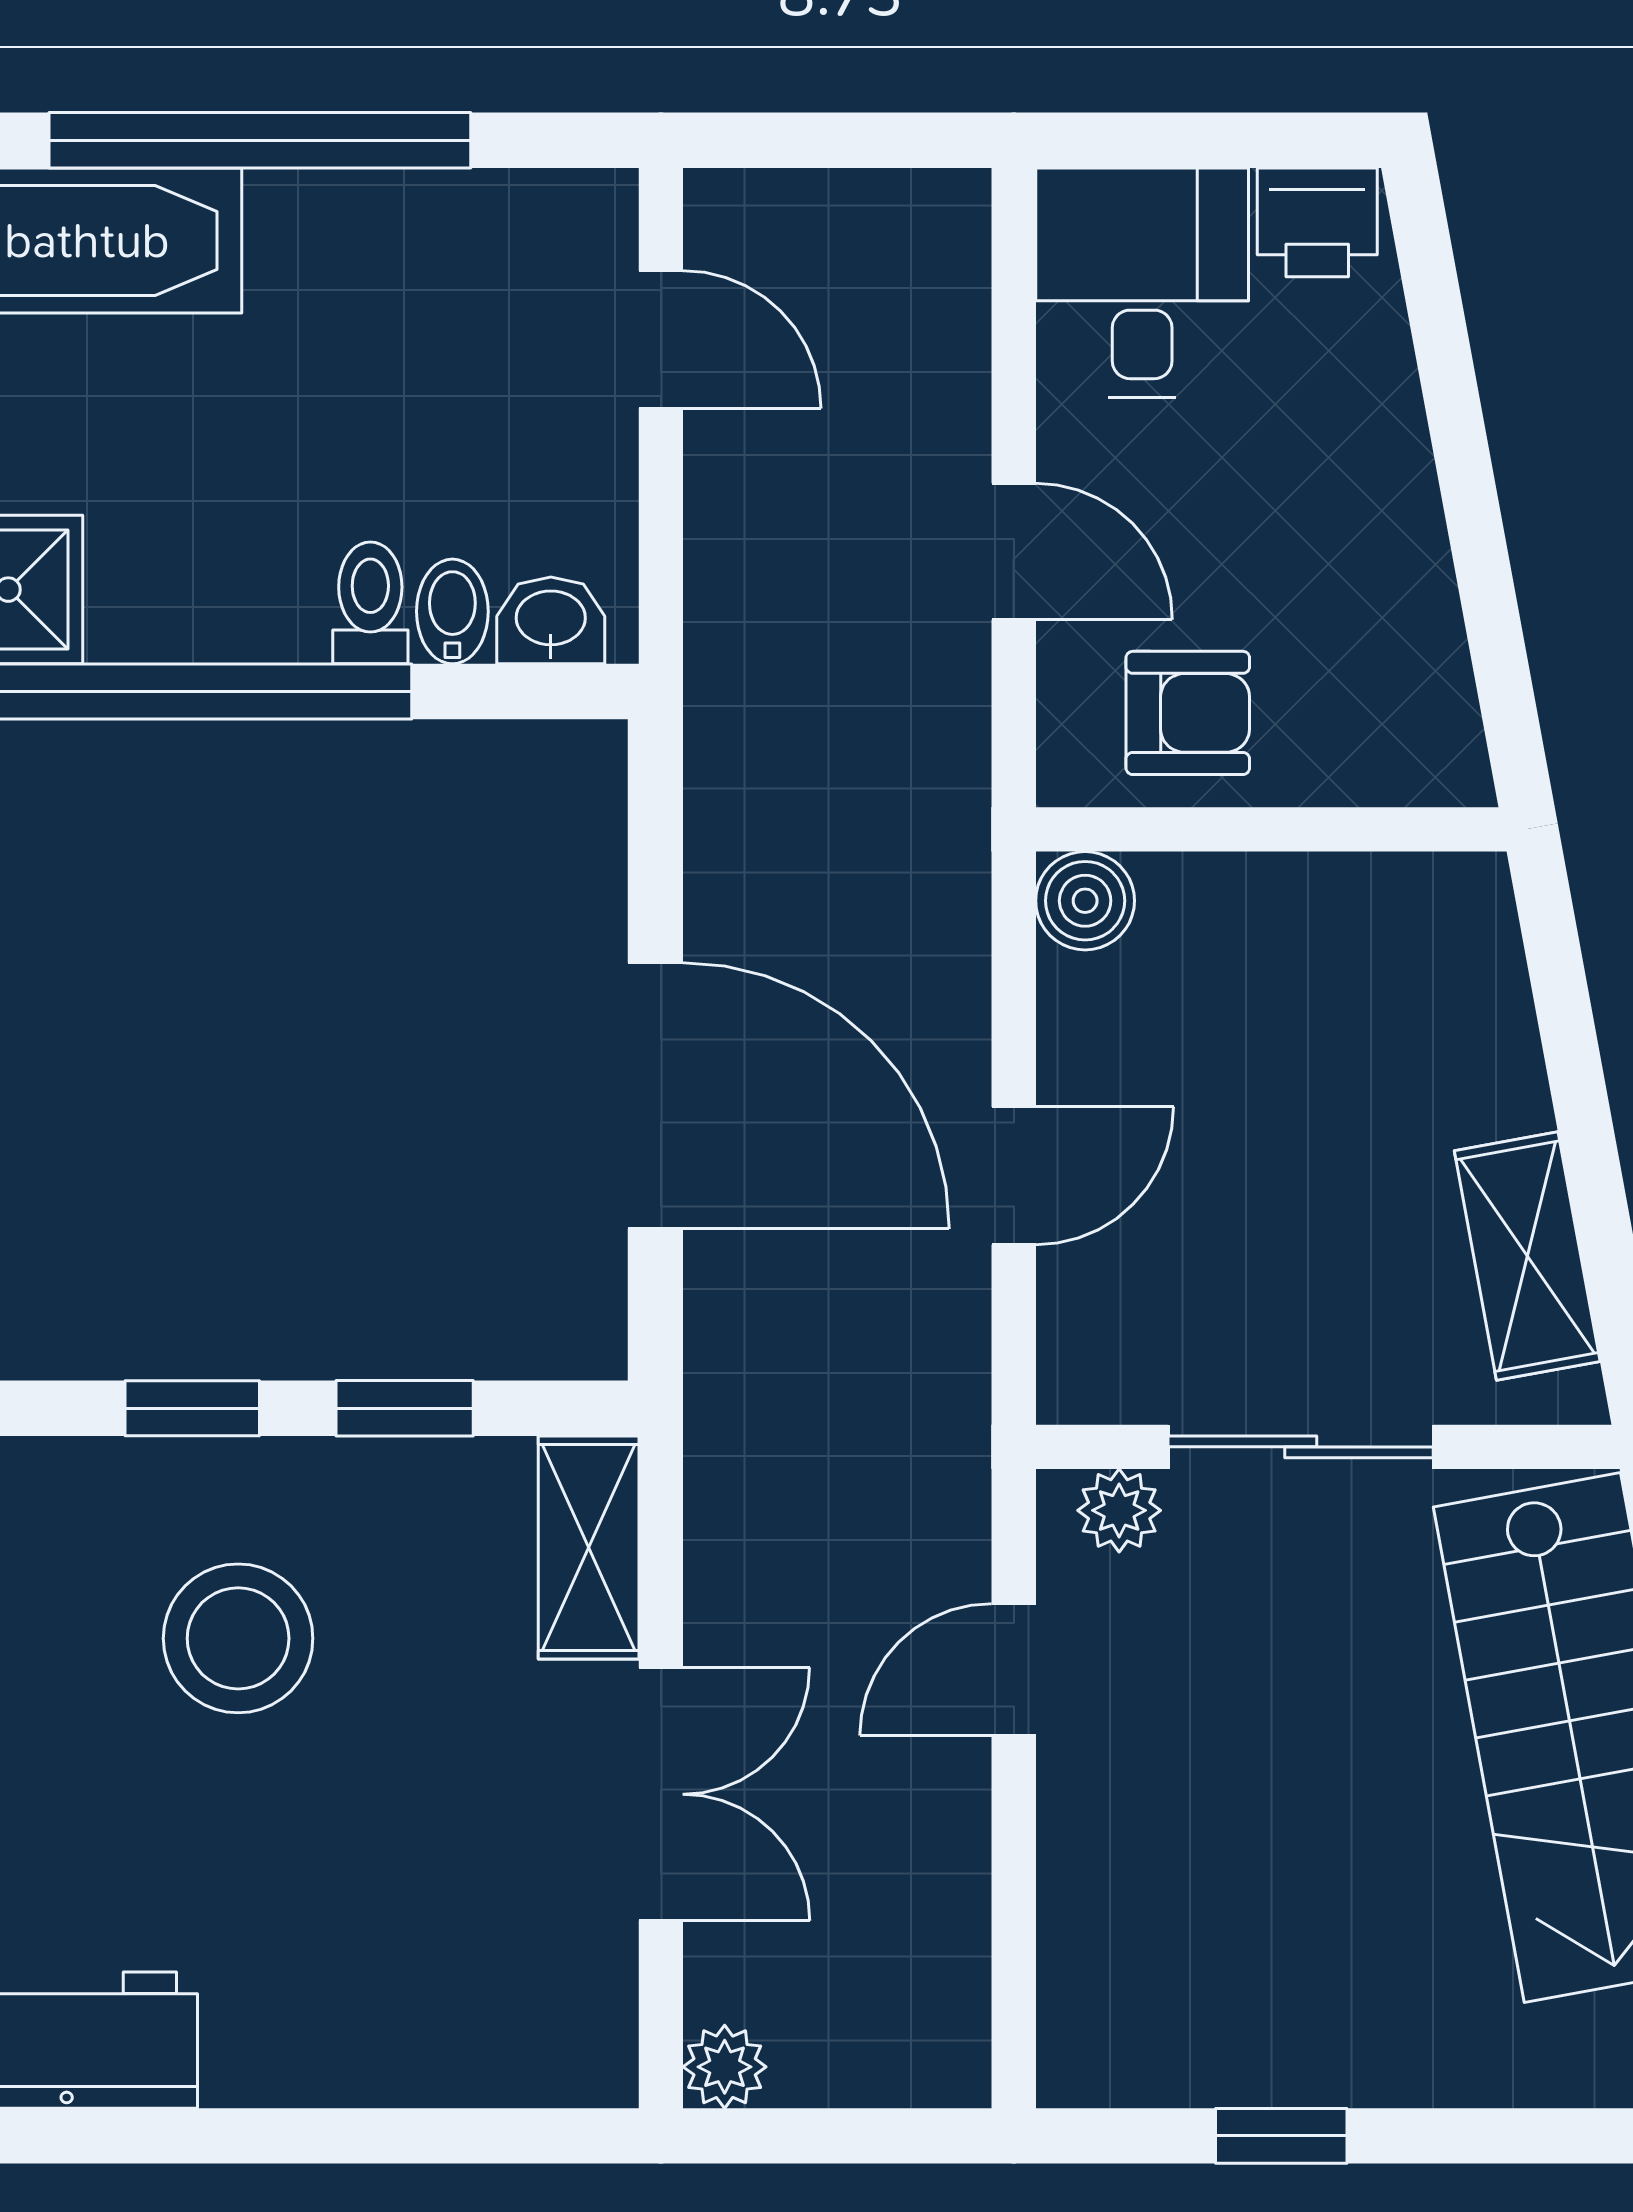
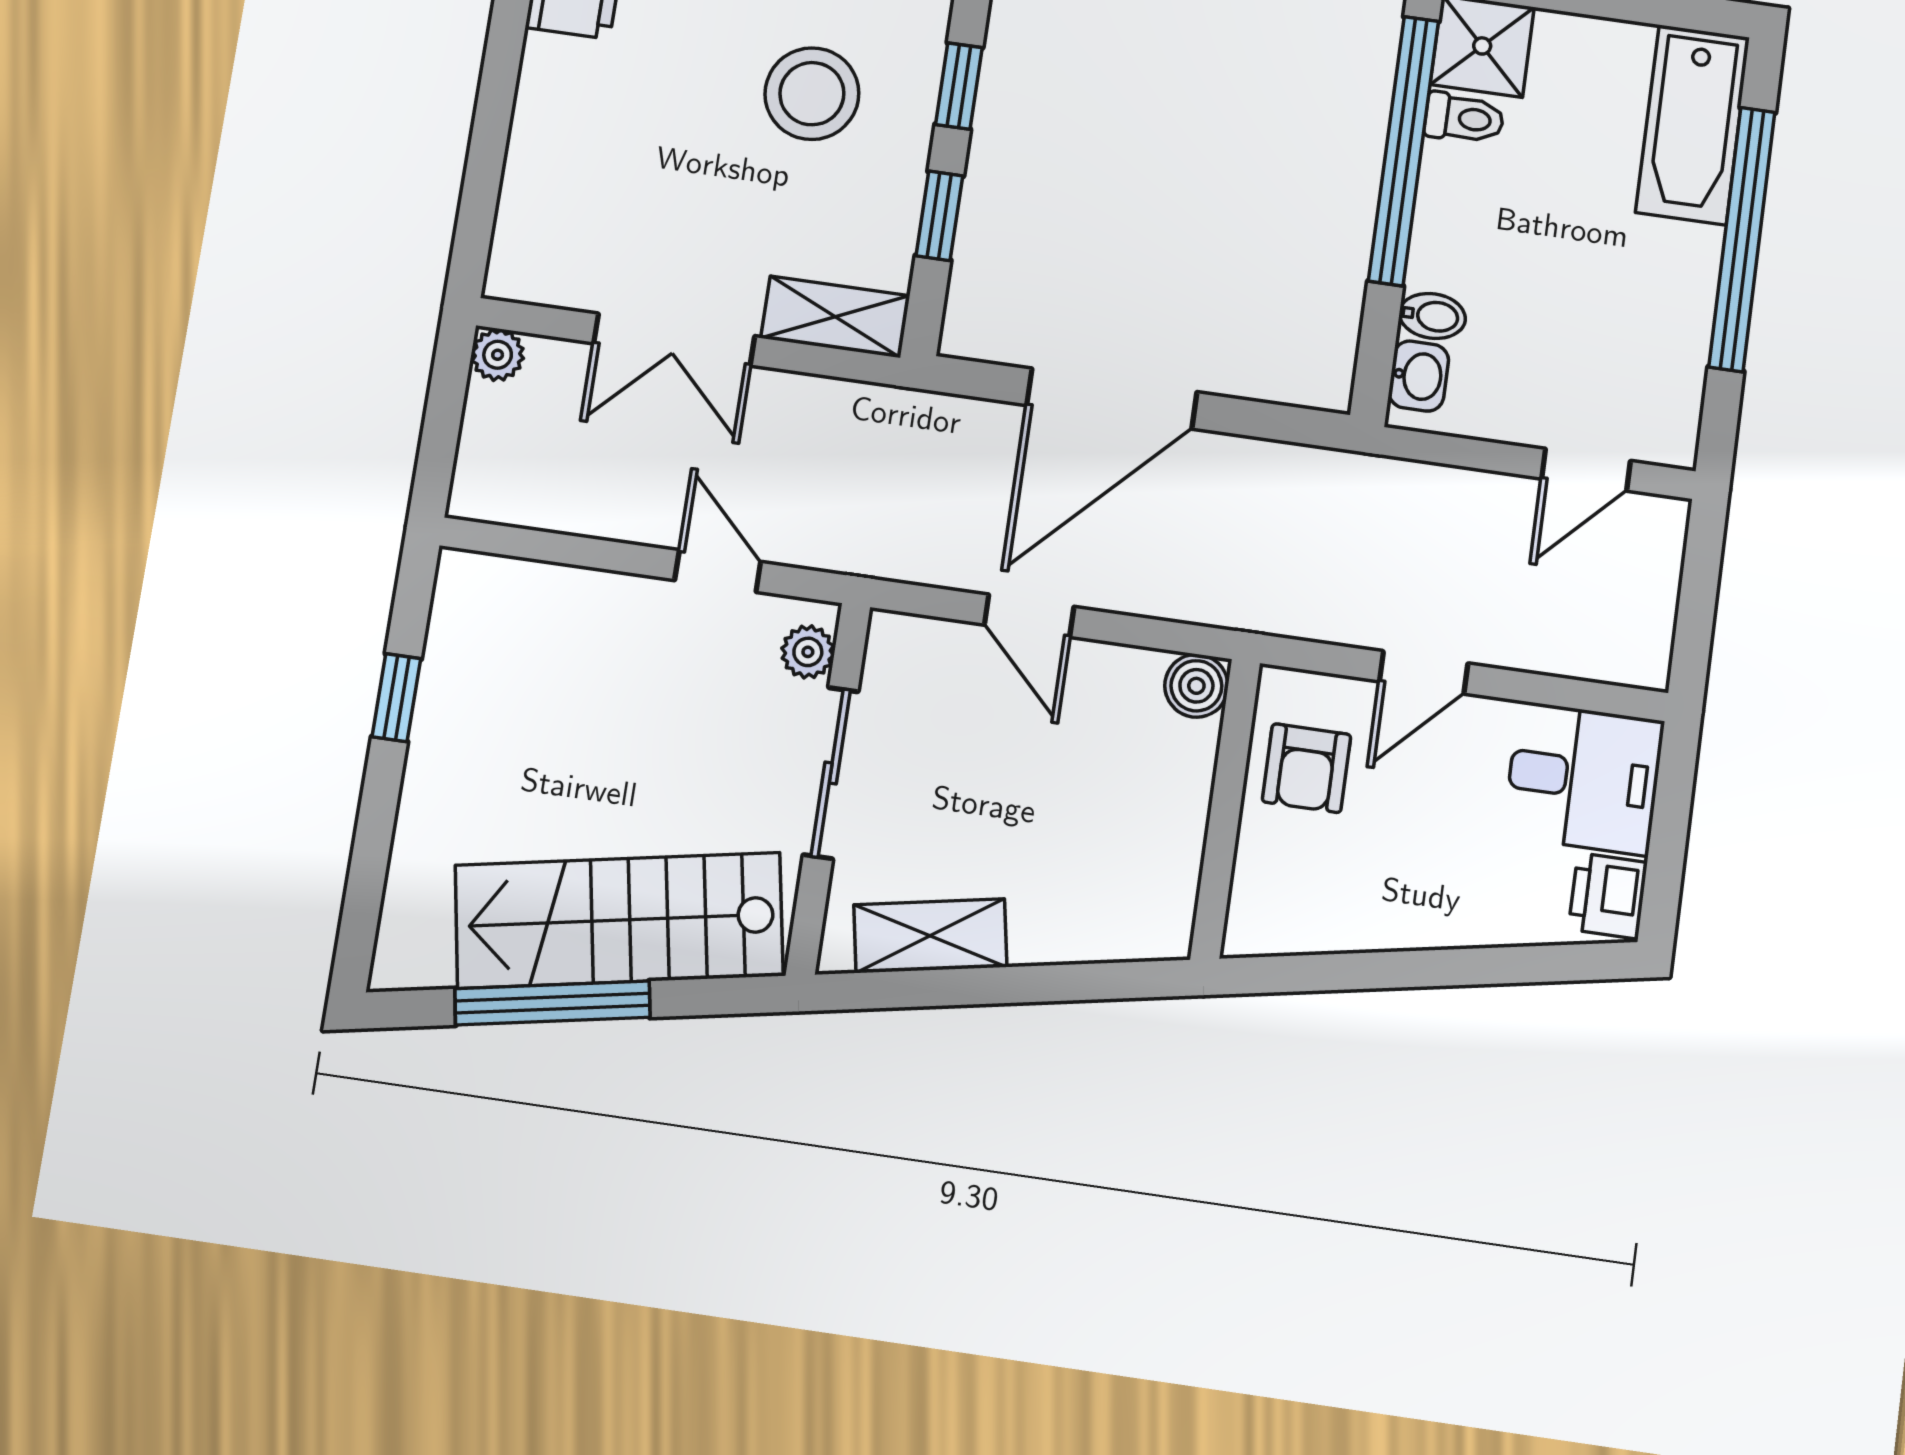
toilet: (370, 603) -> (1464, 118), moved

